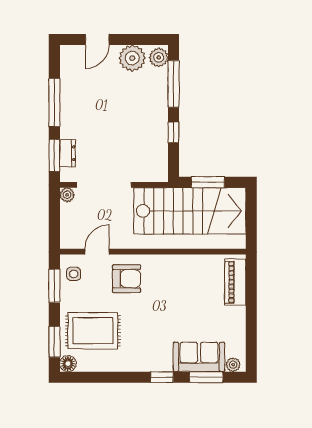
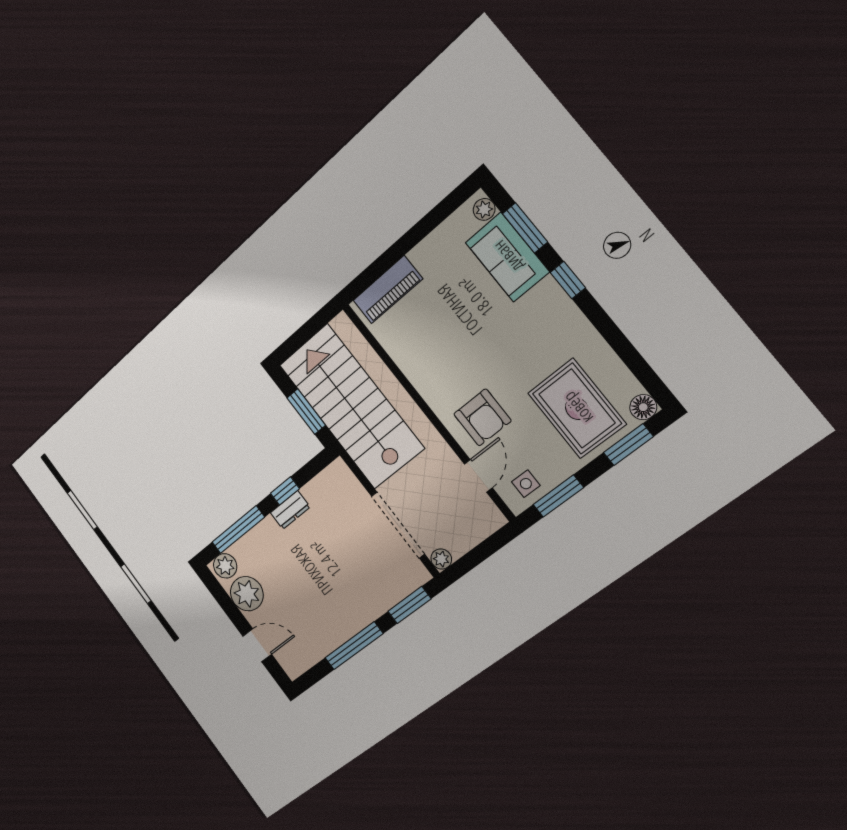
dresser: (68, 153) -> (290, 510), moved, turned 180
door: (97, 252) -> (478, 476), swing flipped
armchair: (127, 279) -> (482, 417), turned 180

